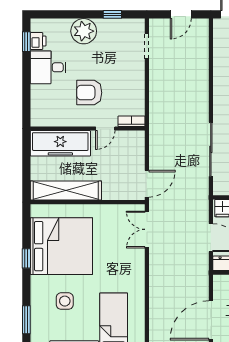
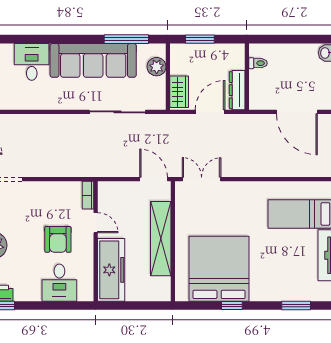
desk: (48, 67) -> (59, 283), moved
shelving: (66, 191) -> (161, 239), moved
double door: (147, 229) -> (202, 179), swing flipped
side table: (65, 301) -> (277, 265), removed

